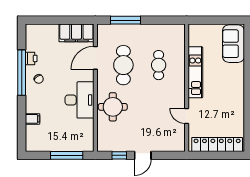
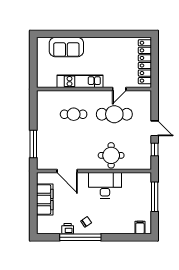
filing cabinet: (76, 33) -> (45, 199), moved
sofa: (233, 44) -> (66, 47), moved
cafe table: (123, 65) -> (114, 114), moved
filing cabinet: (32, 119) -> (140, 227), moved

